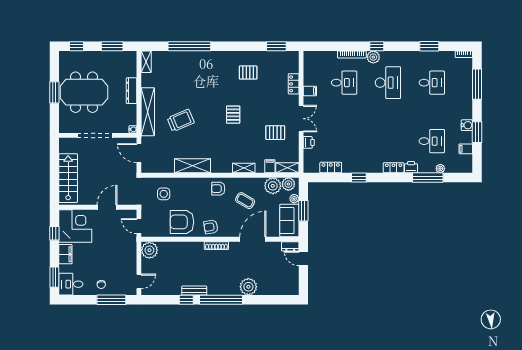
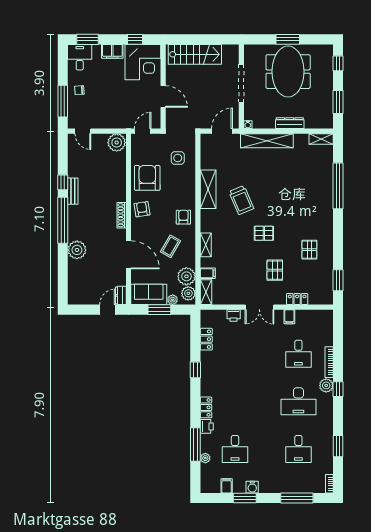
trolley: (181, 120) -> (241, 200), moved
pallet: (275, 133) -> (275, 270), moved

